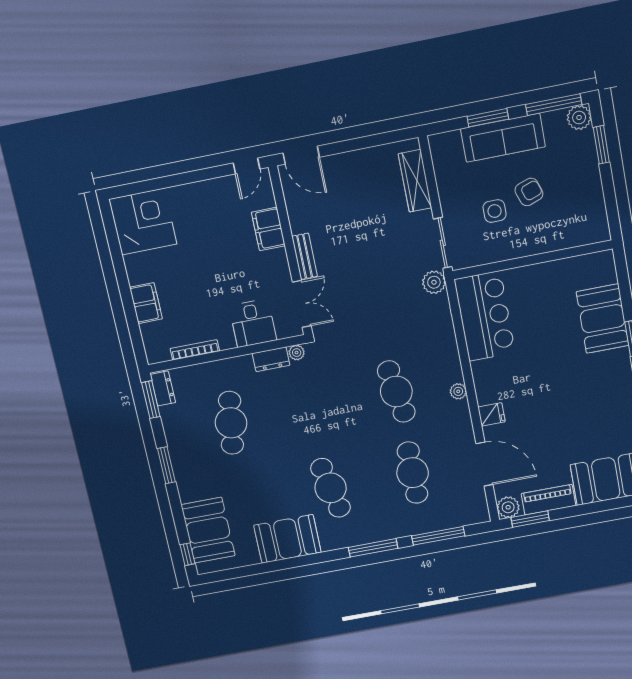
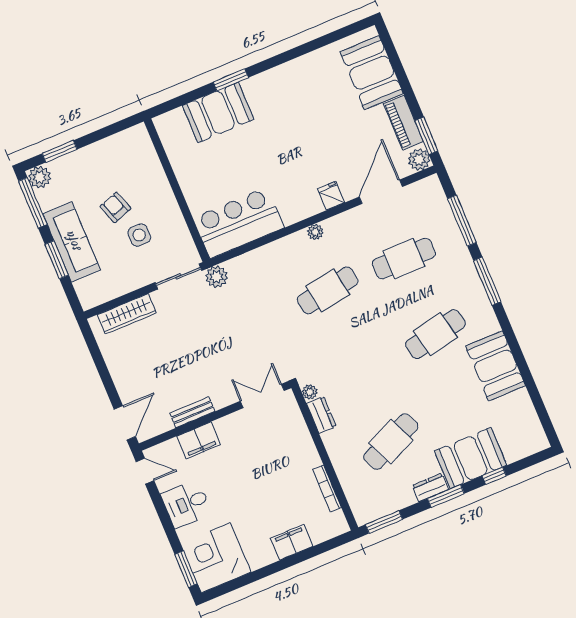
window: (136, 188) -> (186, 569), added
bench: (305, 256) -> (192, 412), moved
desk: (253, 323) -> (186, 504), moved, turned 180
dresser: (163, 388) -> (430, 487), moved
cafe table: (231, 423) -> (391, 442), turned -33
booth: (208, 530) -> (471, 458), moved
window: (188, 554) -> (494, 476), moved

